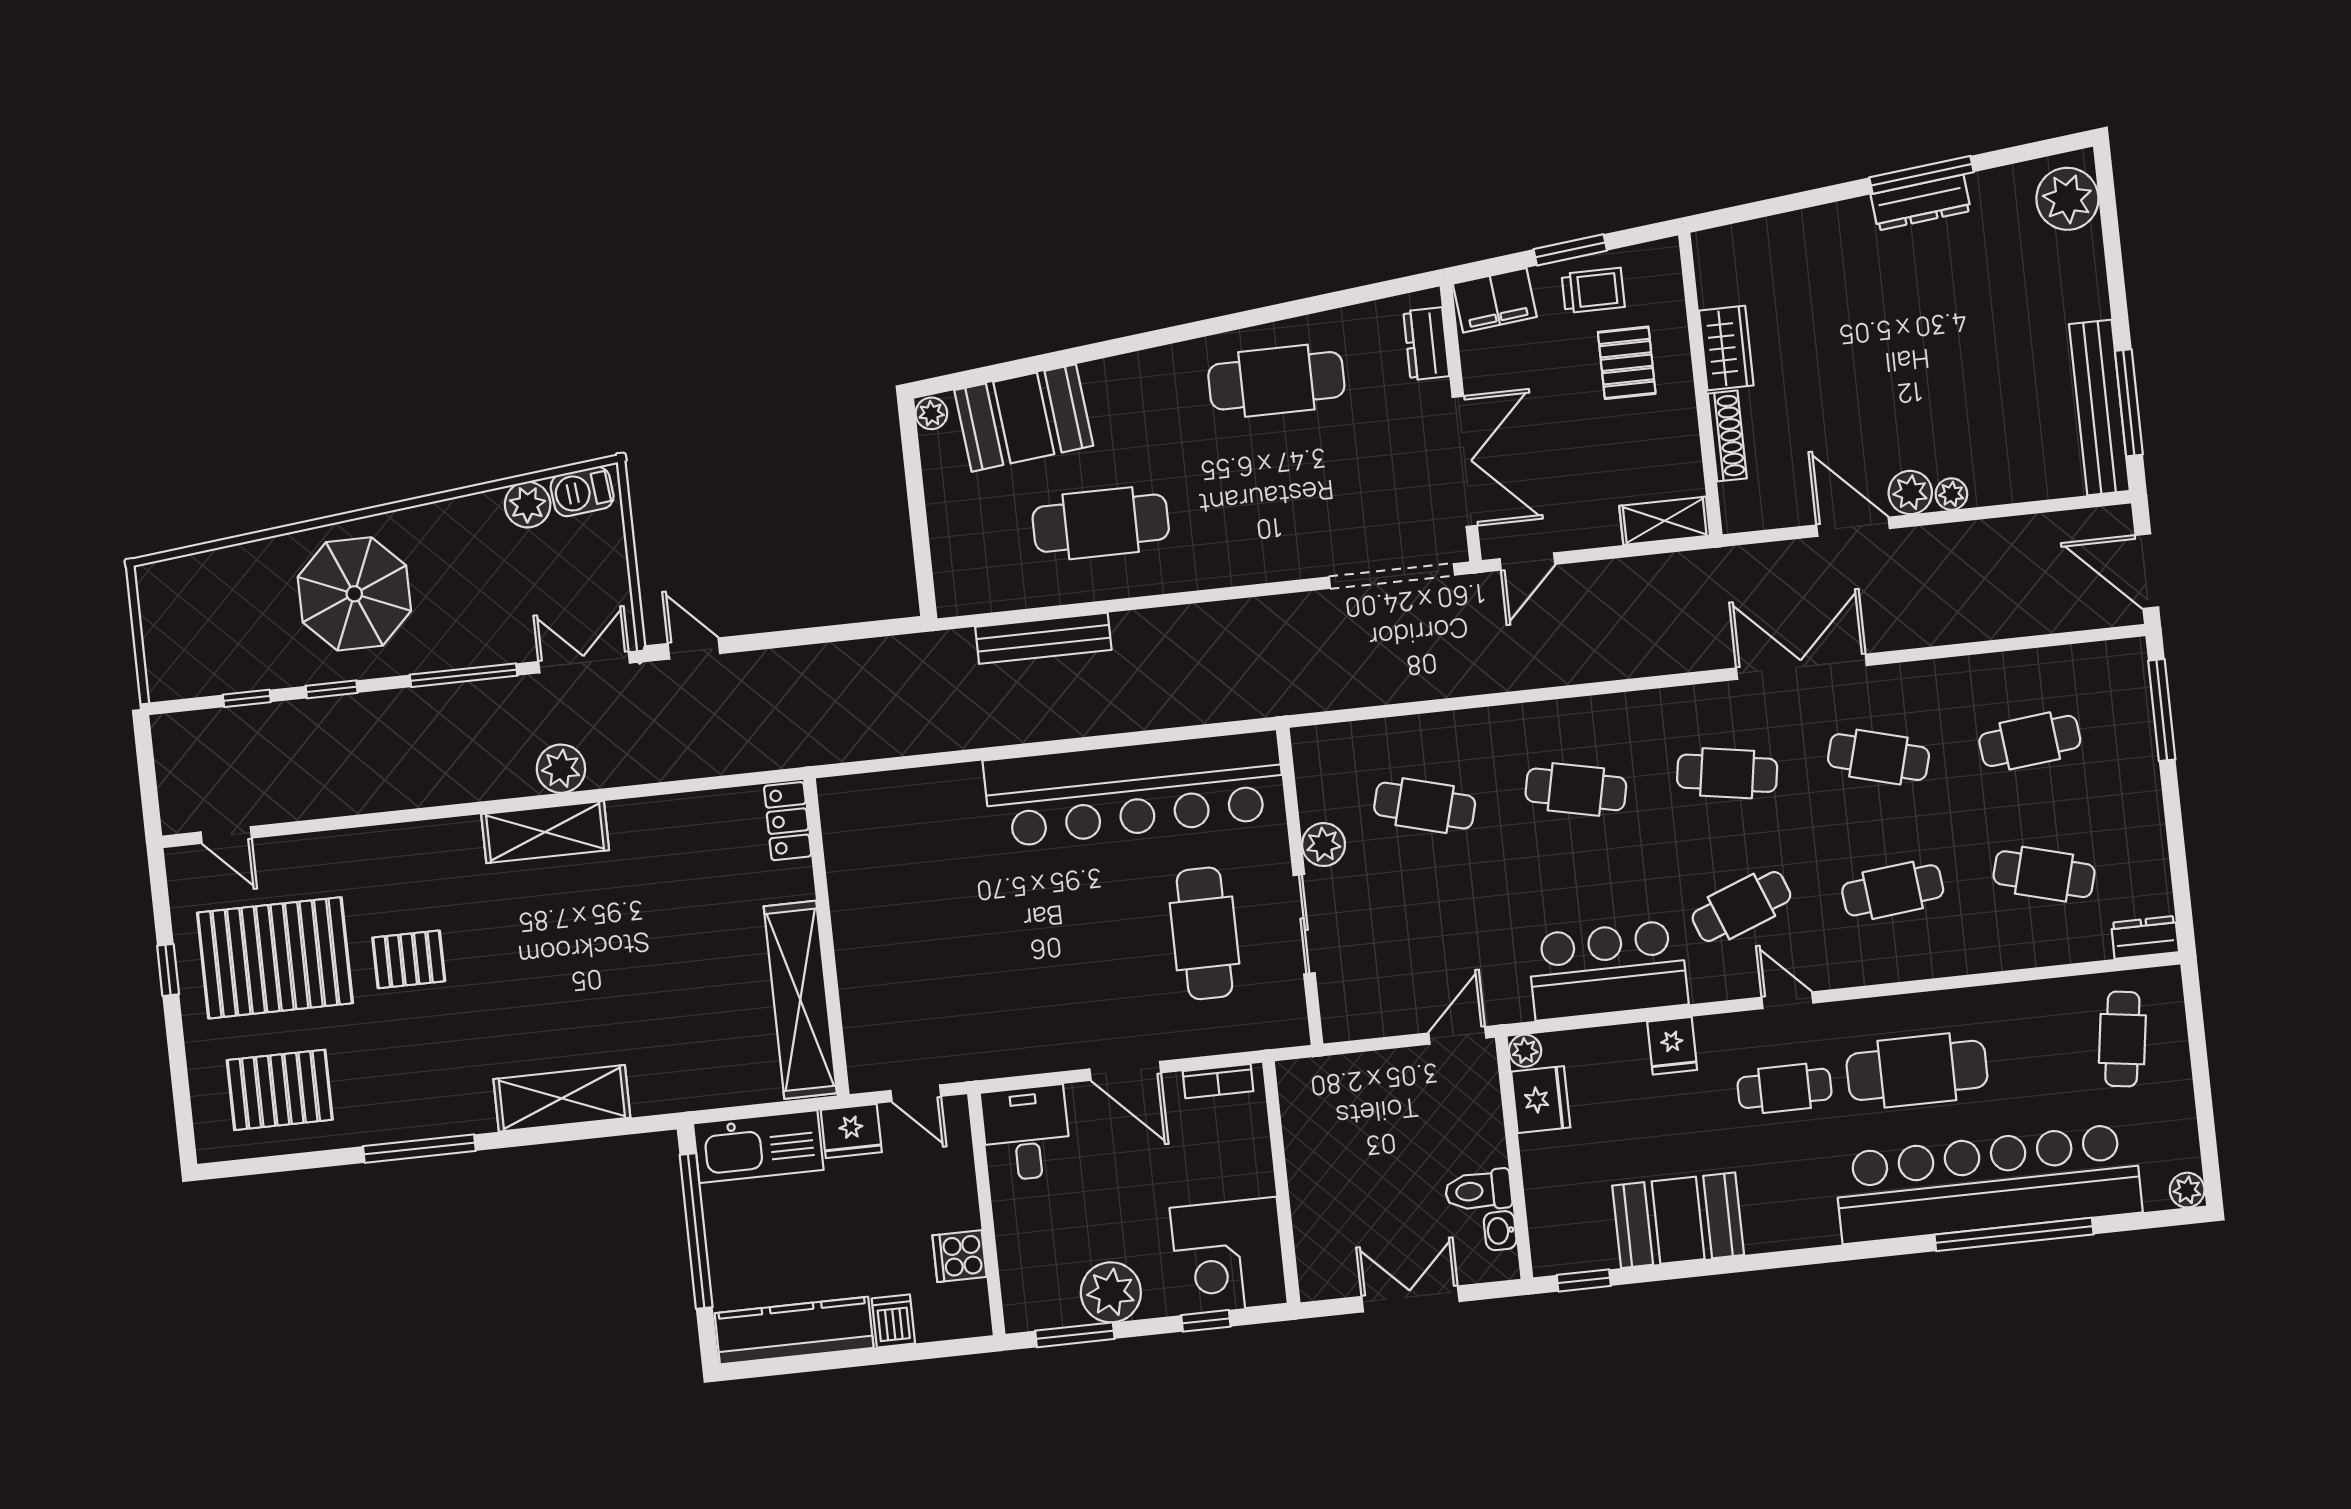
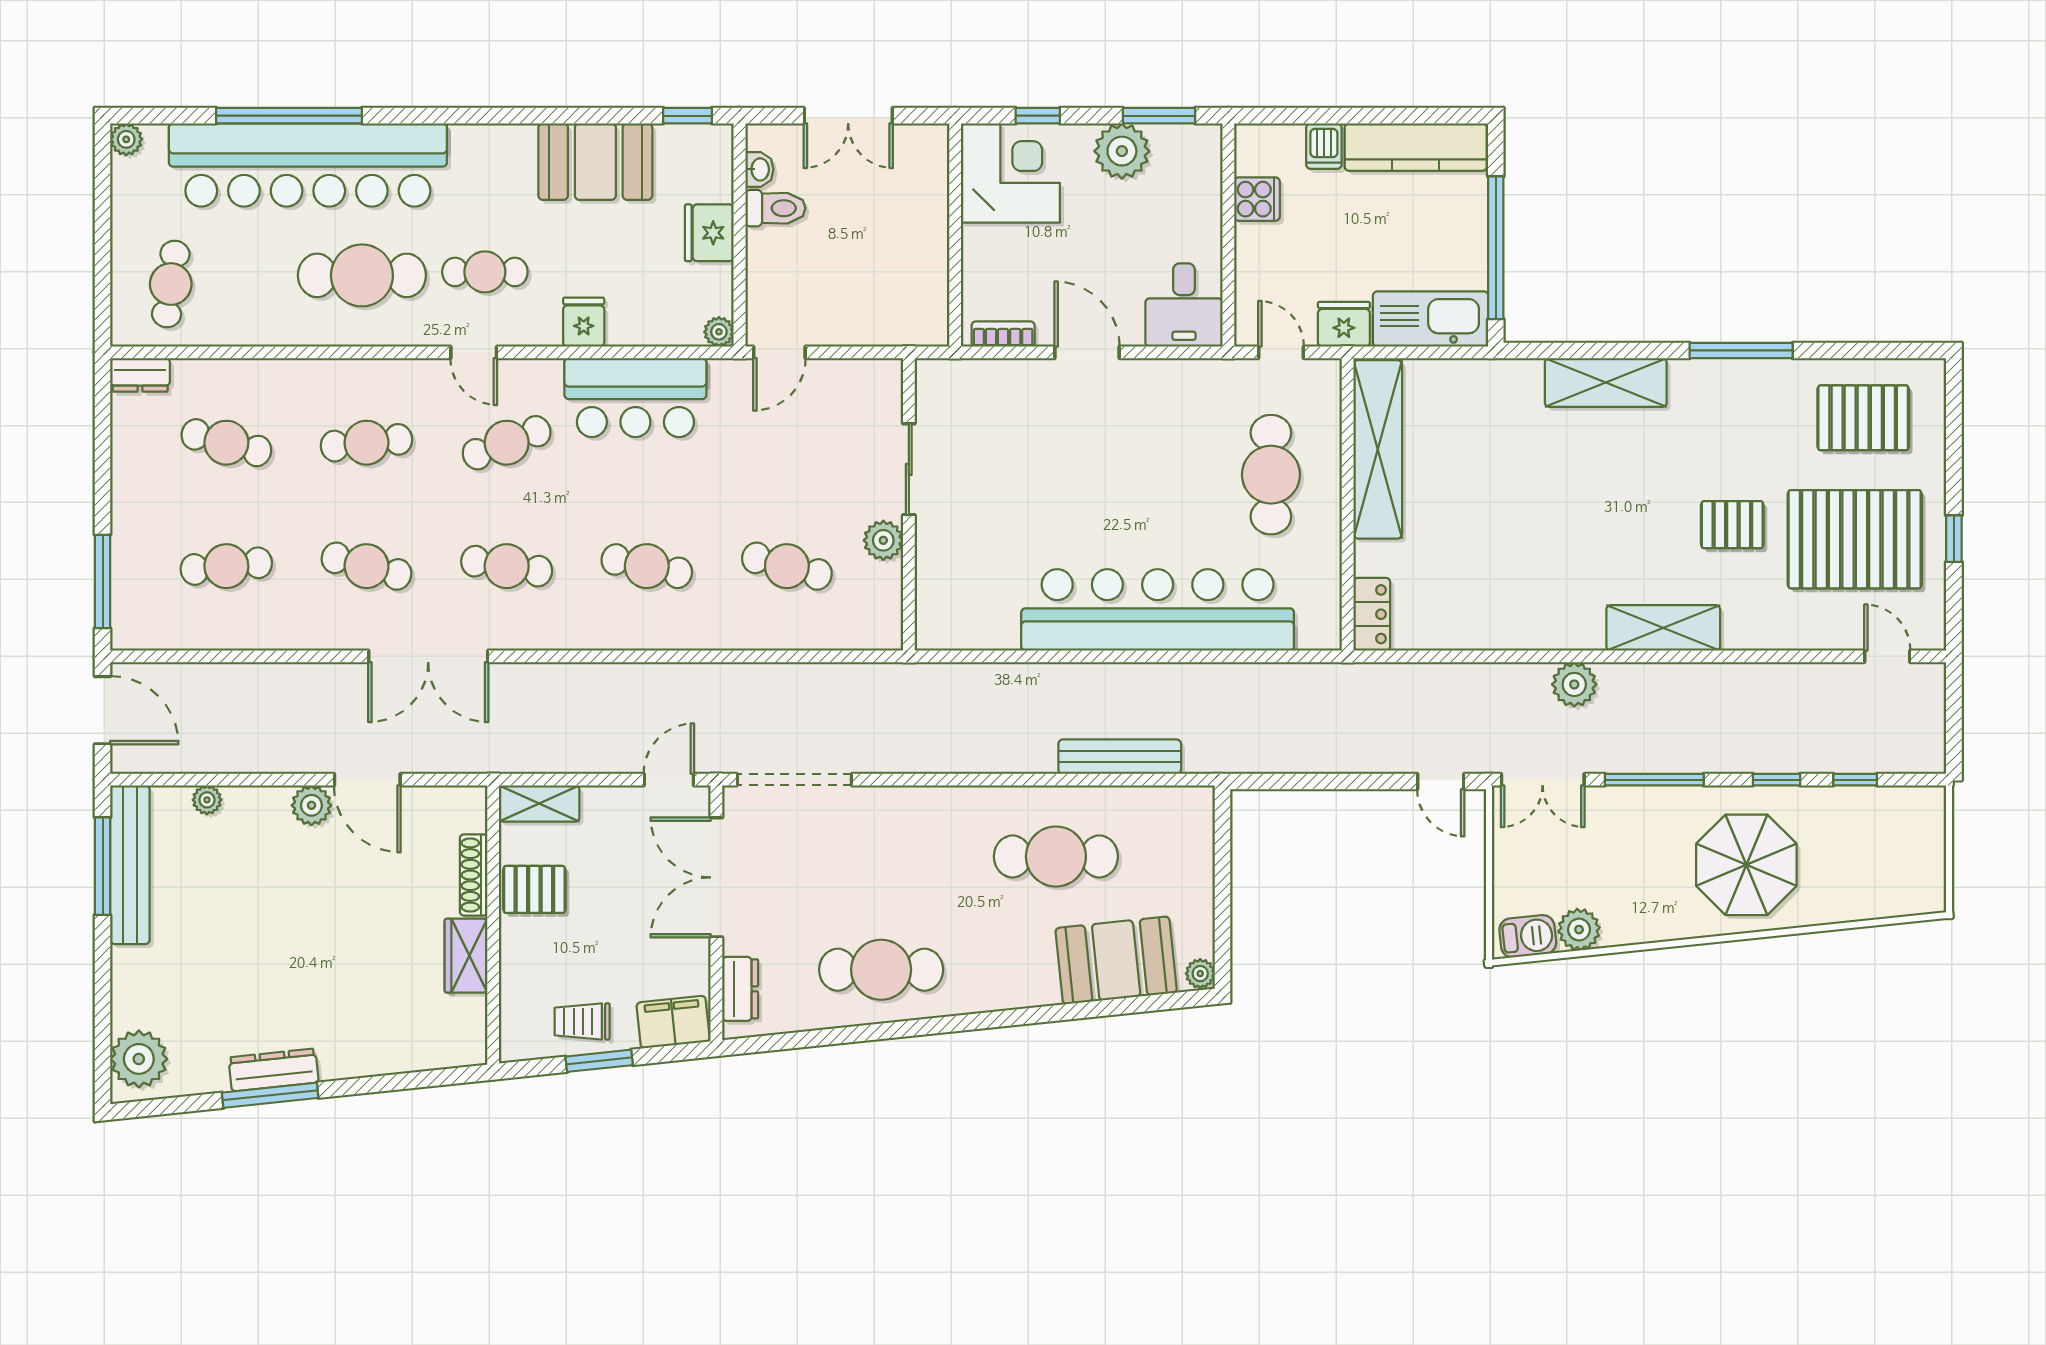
pallet: (1627, 363) -> (534, 889), moved, turned 90
plant: (1951, 494) -> (207, 800), moved
bar counter: (1134, 789) -> (1158, 610), moved
shelving: (545, 832) -> (1663, 628), moved
cafe table: (1204, 933) -> (1271, 475), moved
fridge: (1541, 1100) -> (709, 233), moved

